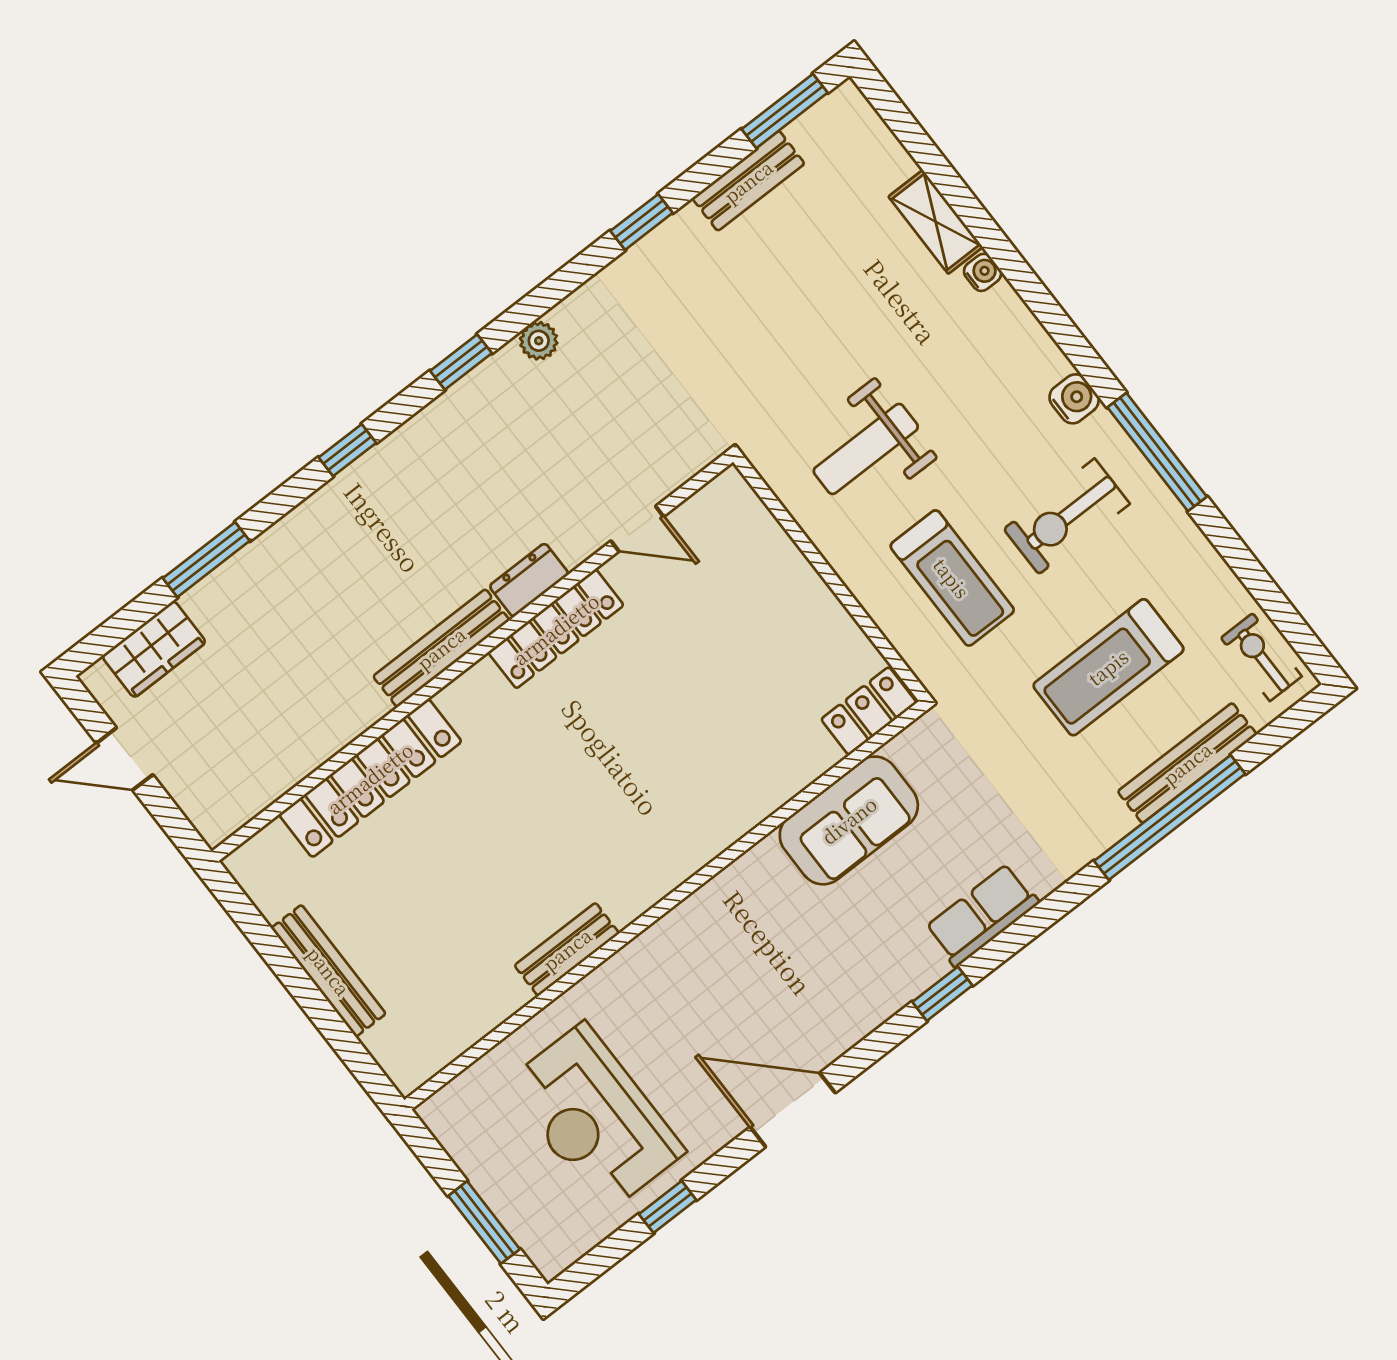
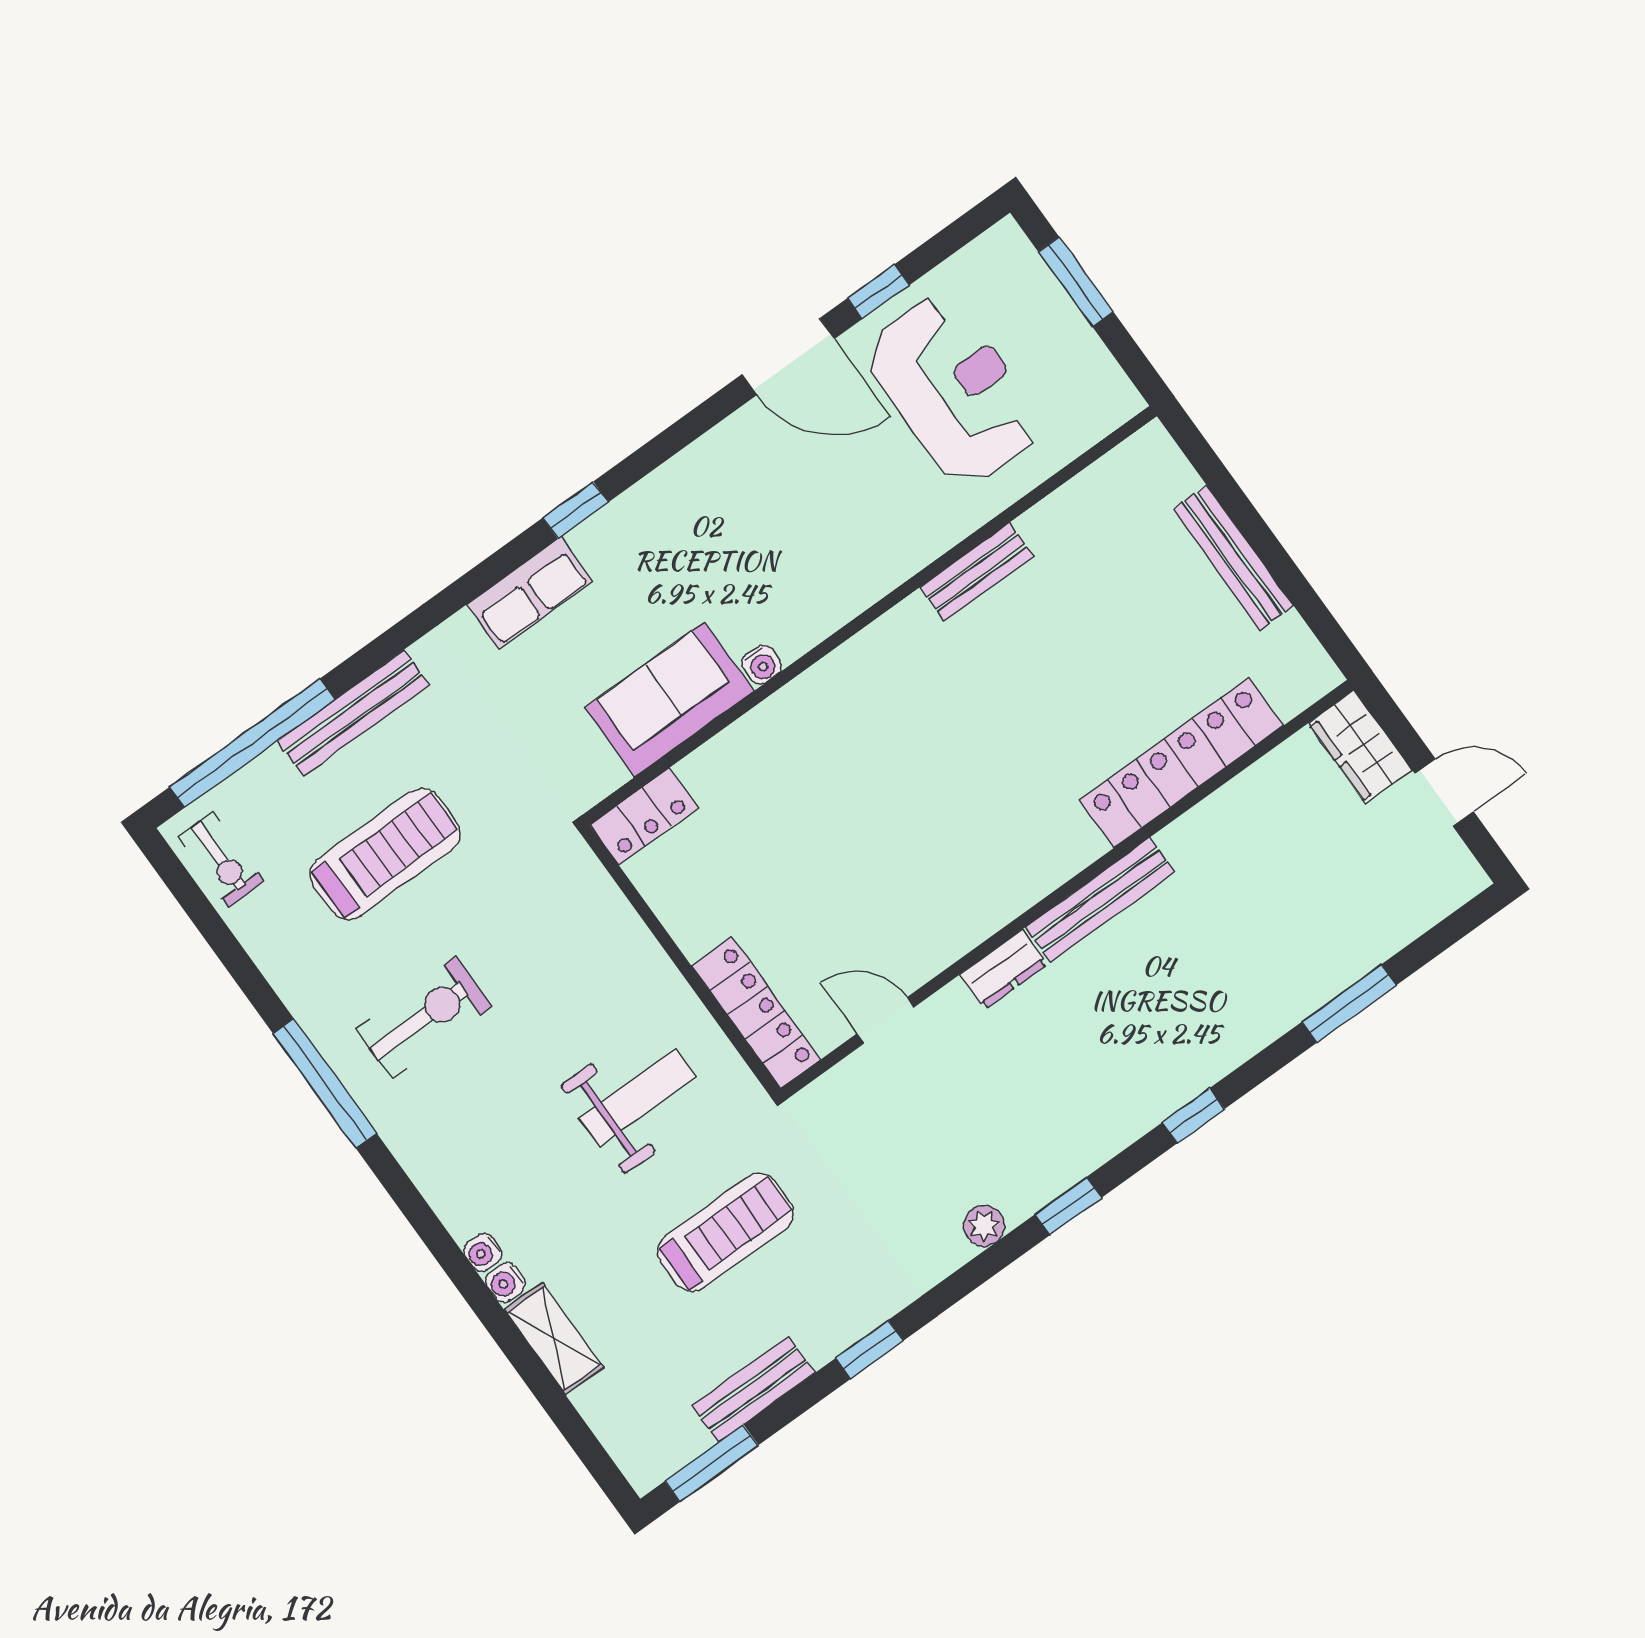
water cooler: (1074, 399) -> (483, 1252), moved, width x0.72, depth x0.72
treadmill: (952, 578) -> (726, 1232), moved, turned 90
locker: (556, 629) -> (756, 1013), moved, turned 90
wardrobe: (154, 649) -> (1360, 747), moved, turned -90
bench: (1187, 763) -> (354, 713), moved
window: (1170, 817) -> (252, 743), moved
water cooler: (764, 856) -> (761, 665), added
door: (793, 1110) -> (788, 357), moved

